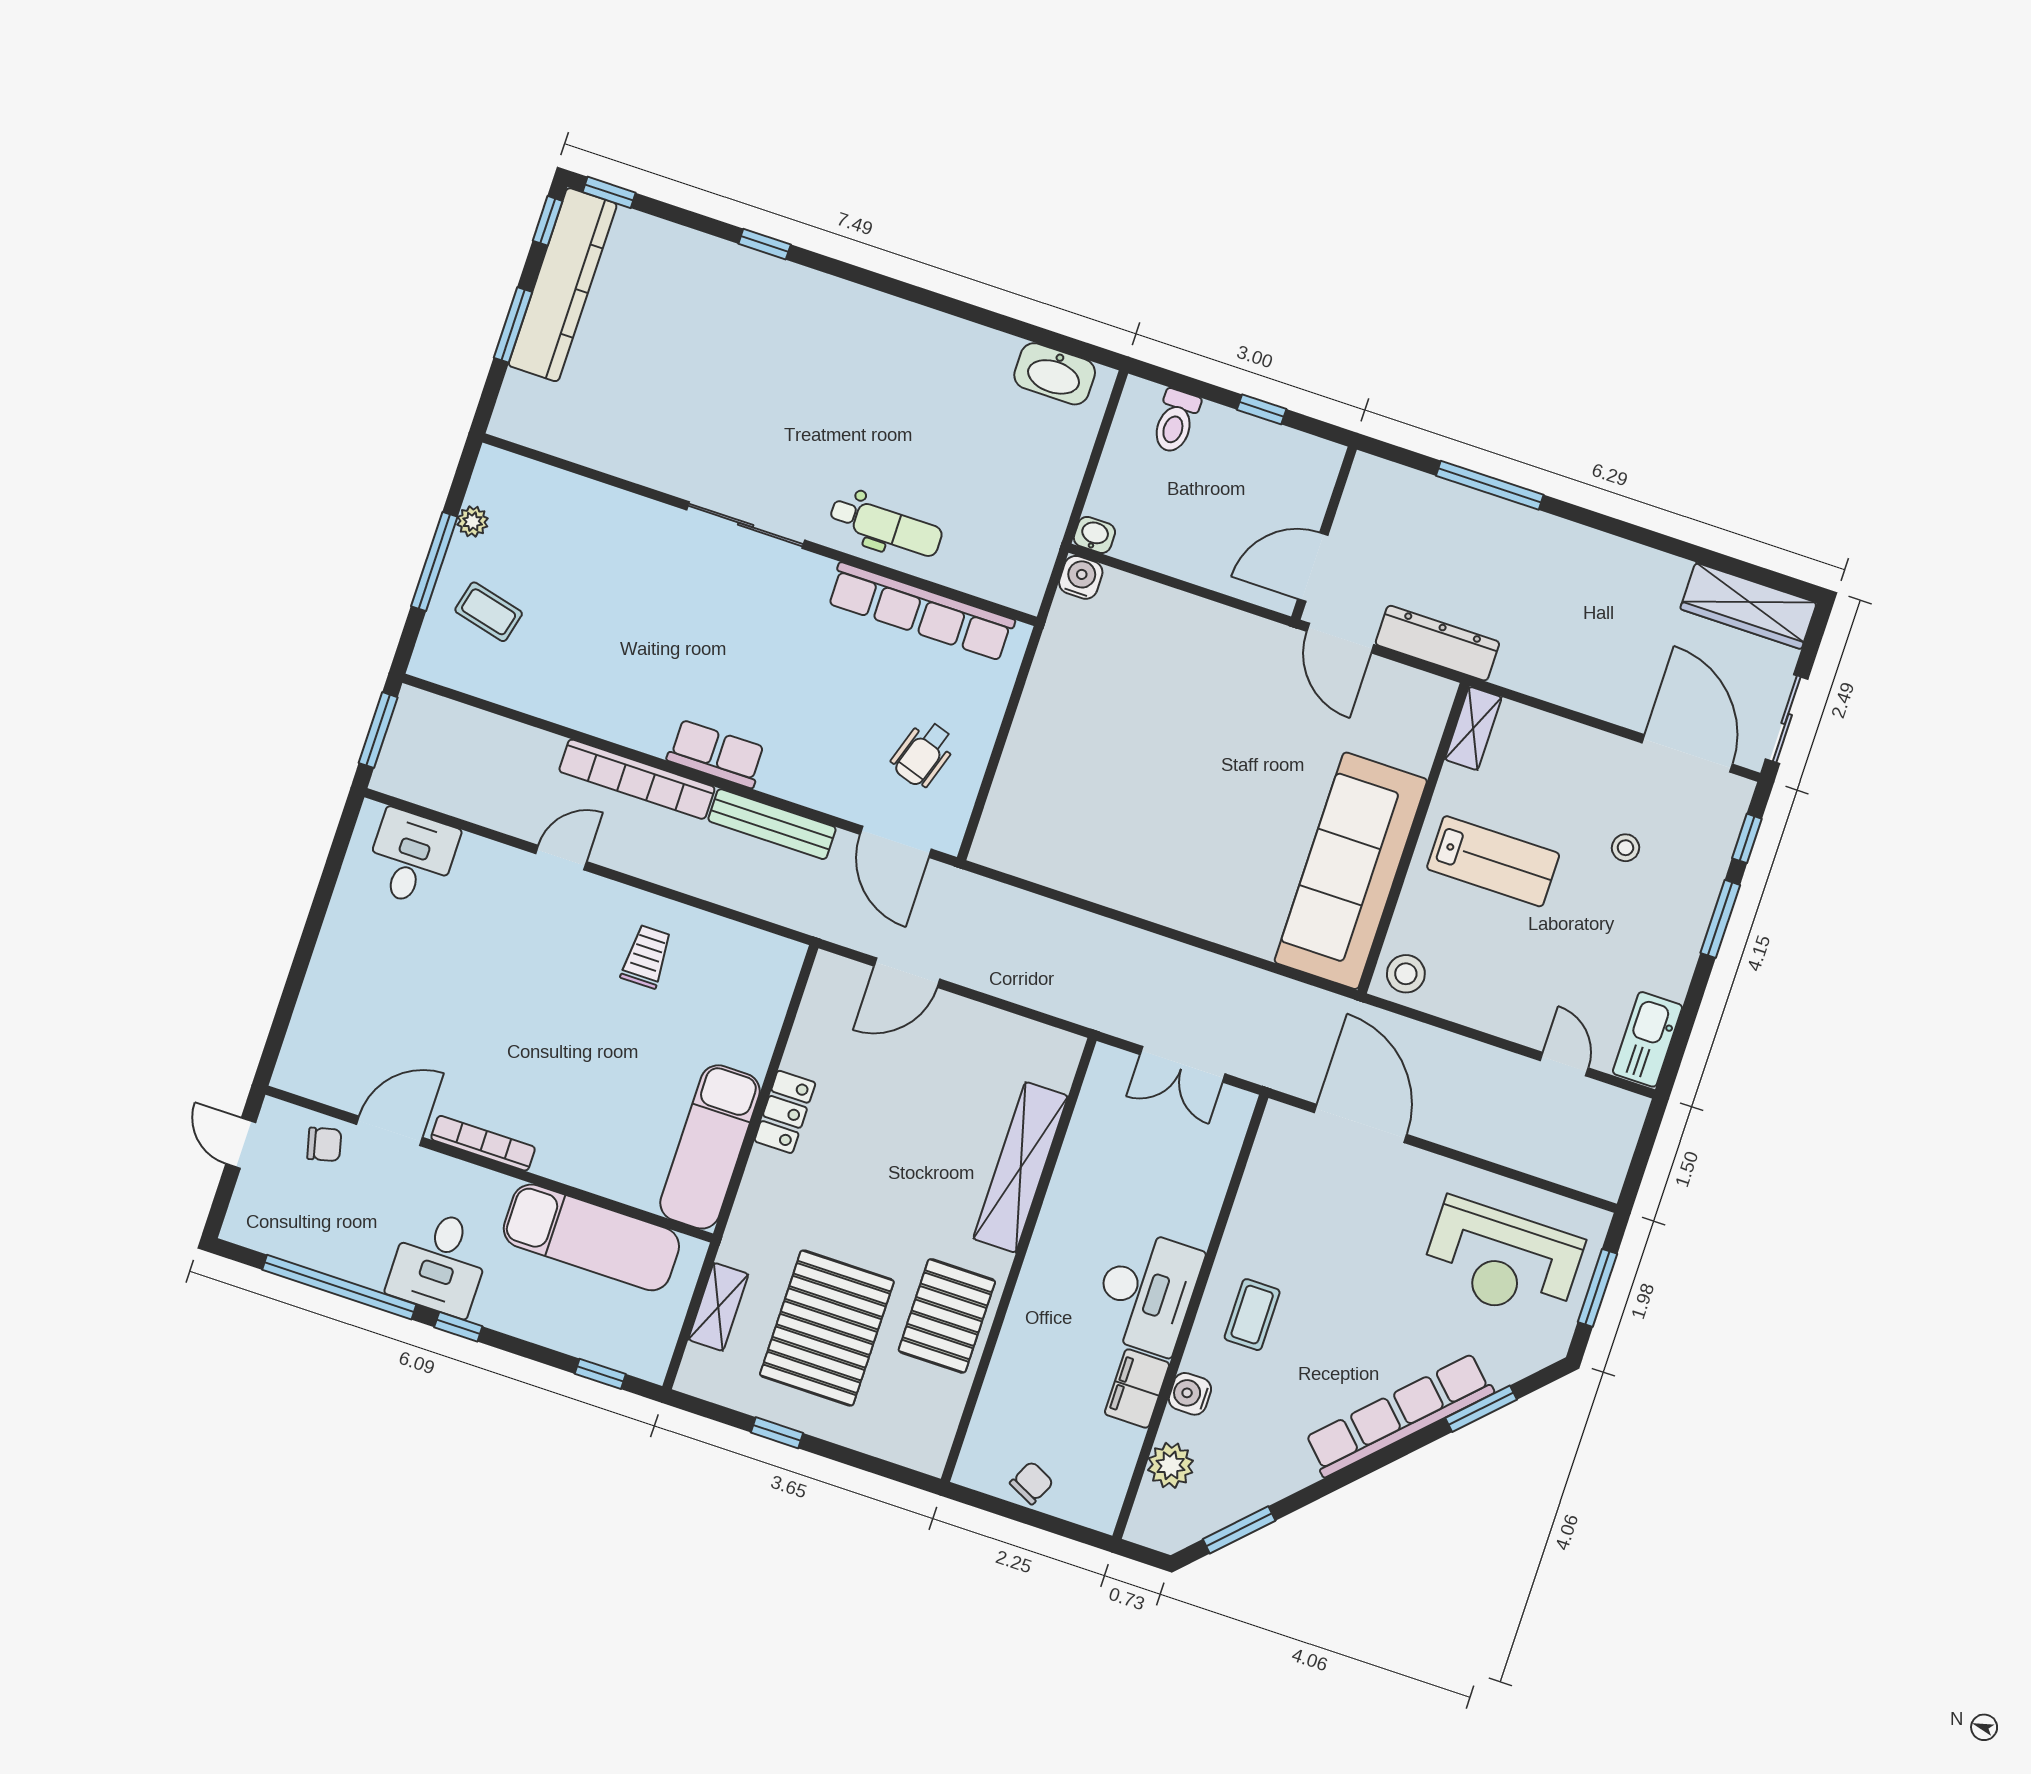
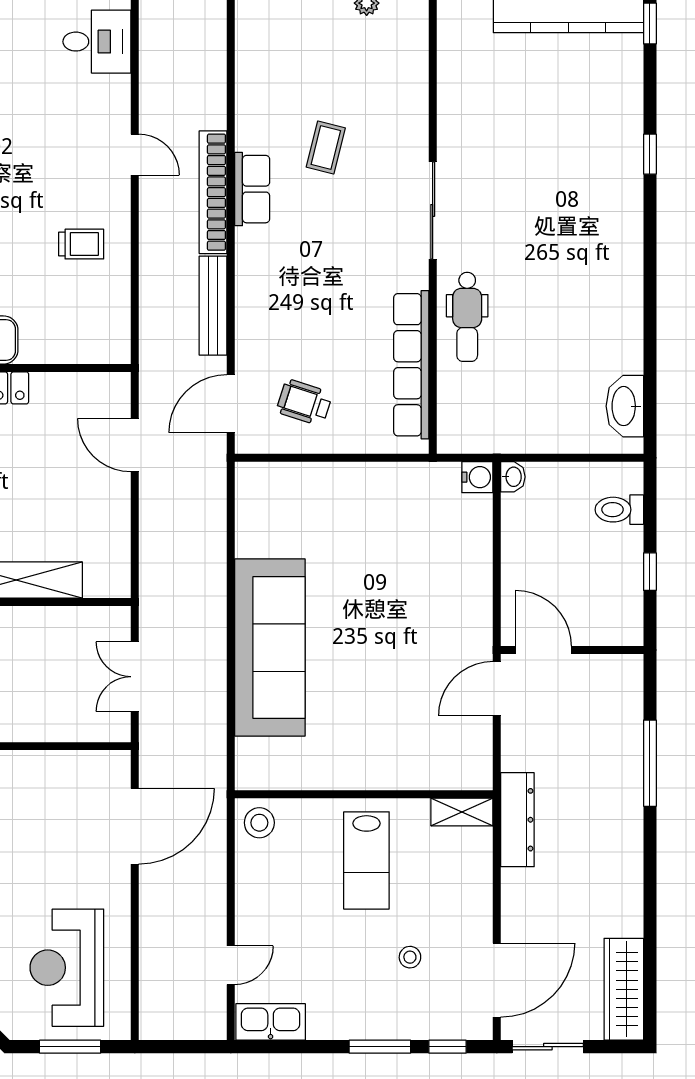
coffee table: (489, 612) -> (326, 148), moved
dresser: (1437, 643) -> (517, 820), moved
row of seats: (716, 754) -> (252, 189), moved
sofa: (1351, 871) -> (270, 648), moved, turned 90

